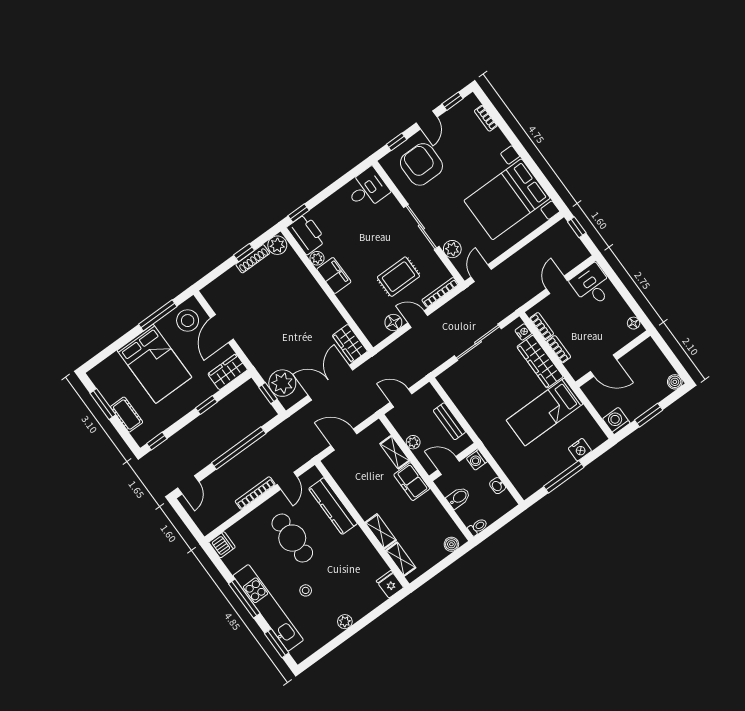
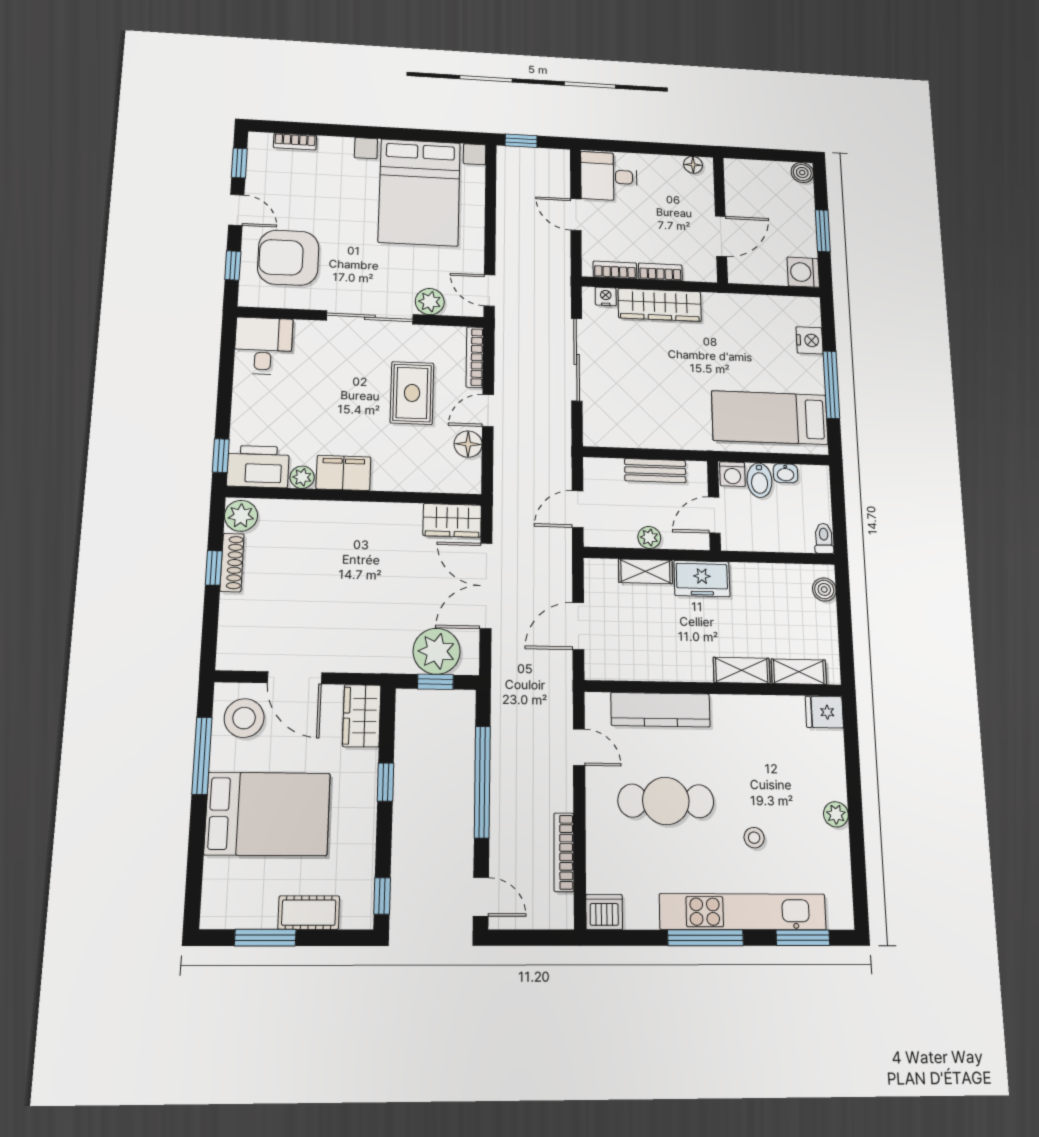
bed: (545, 412) -> (770, 418), moved, turned 90
bookcase: (255, 493) -> (564, 852), moved
bidet: (458, 498) -> (759, 480), moved, turned 180

